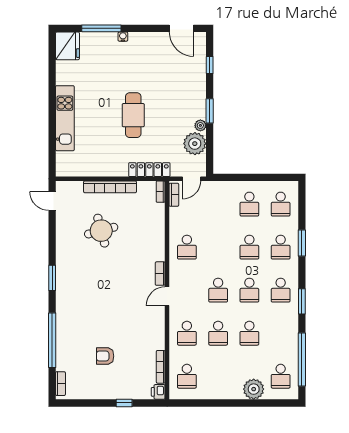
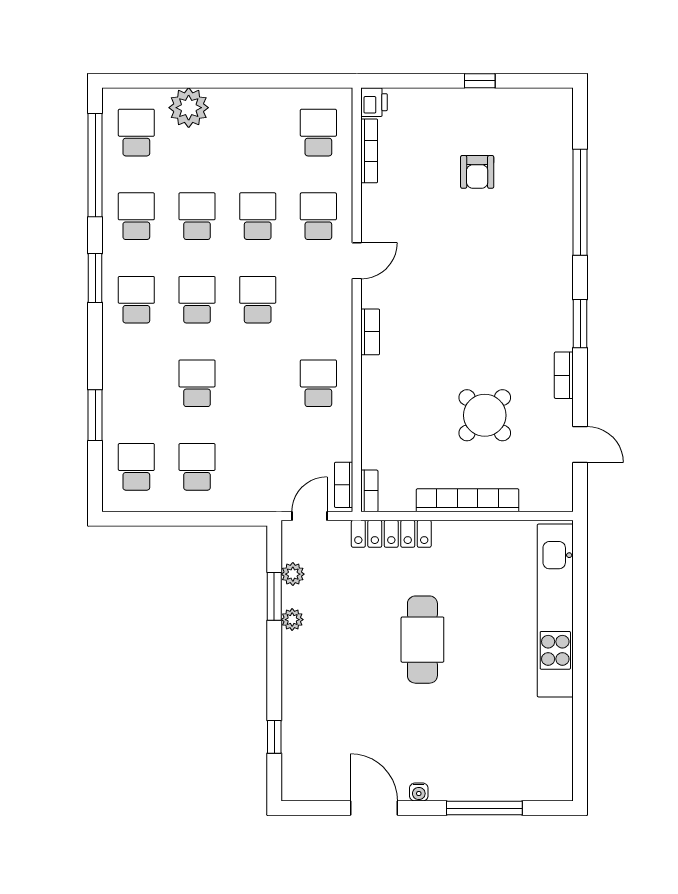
door: (181, 28) -> (374, 808), moved
water cooler: (123, 37) -> (419, 792), moved
fridge: (67, 46) -> (550, 774), removed
window: (210, 111) -> (274, 596), moved
kitchen unit: (65, 118) -> (555, 611), width x1.36
plant: (195, 144) -> (293, 574), width x0.53, depth x0.53
door: (52, 201) -> (580, 444), moved
round table: (101, 231) -> (485, 415), turned -30
window: (302, 243) -> (95, 415), moved
school desk: (281, 247) -> (136, 216), moved
door: (167, 296) -> (357, 261), moved
armchair: (105, 356) -> (477, 172), turned 90
bookcase: (60, 384) -> (564, 375), moved
window: (124, 403) -> (480, 81), moved

